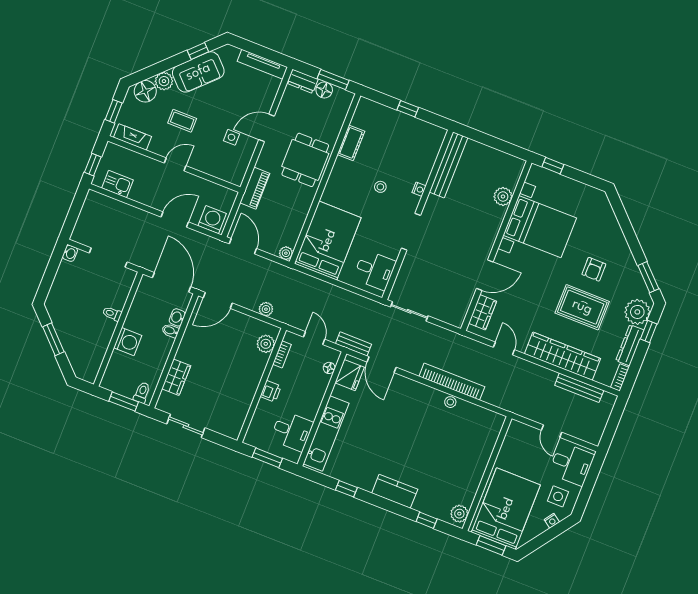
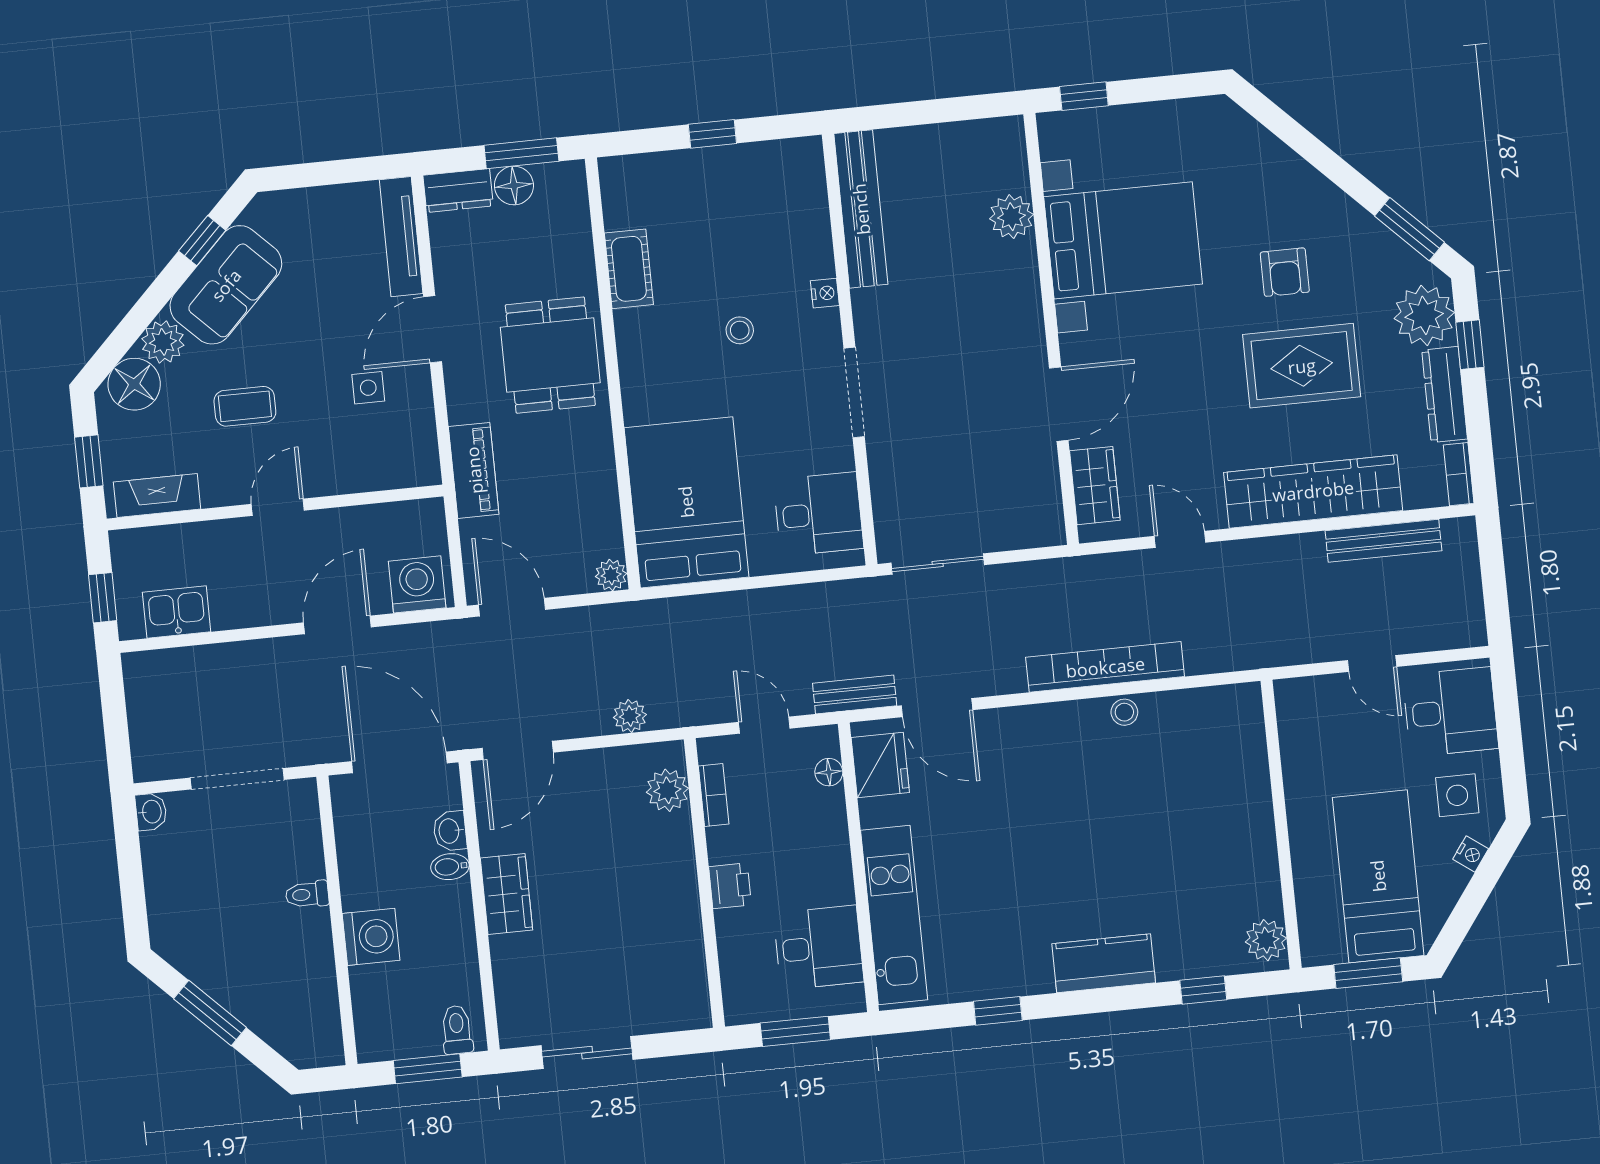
tv unit: (262, 64) -> (401, 237), moved, turned 90
wardrobe: (176, 377) -> (506, 894), moved
bed: (506, 509) -> (1378, 876), width x0.67

